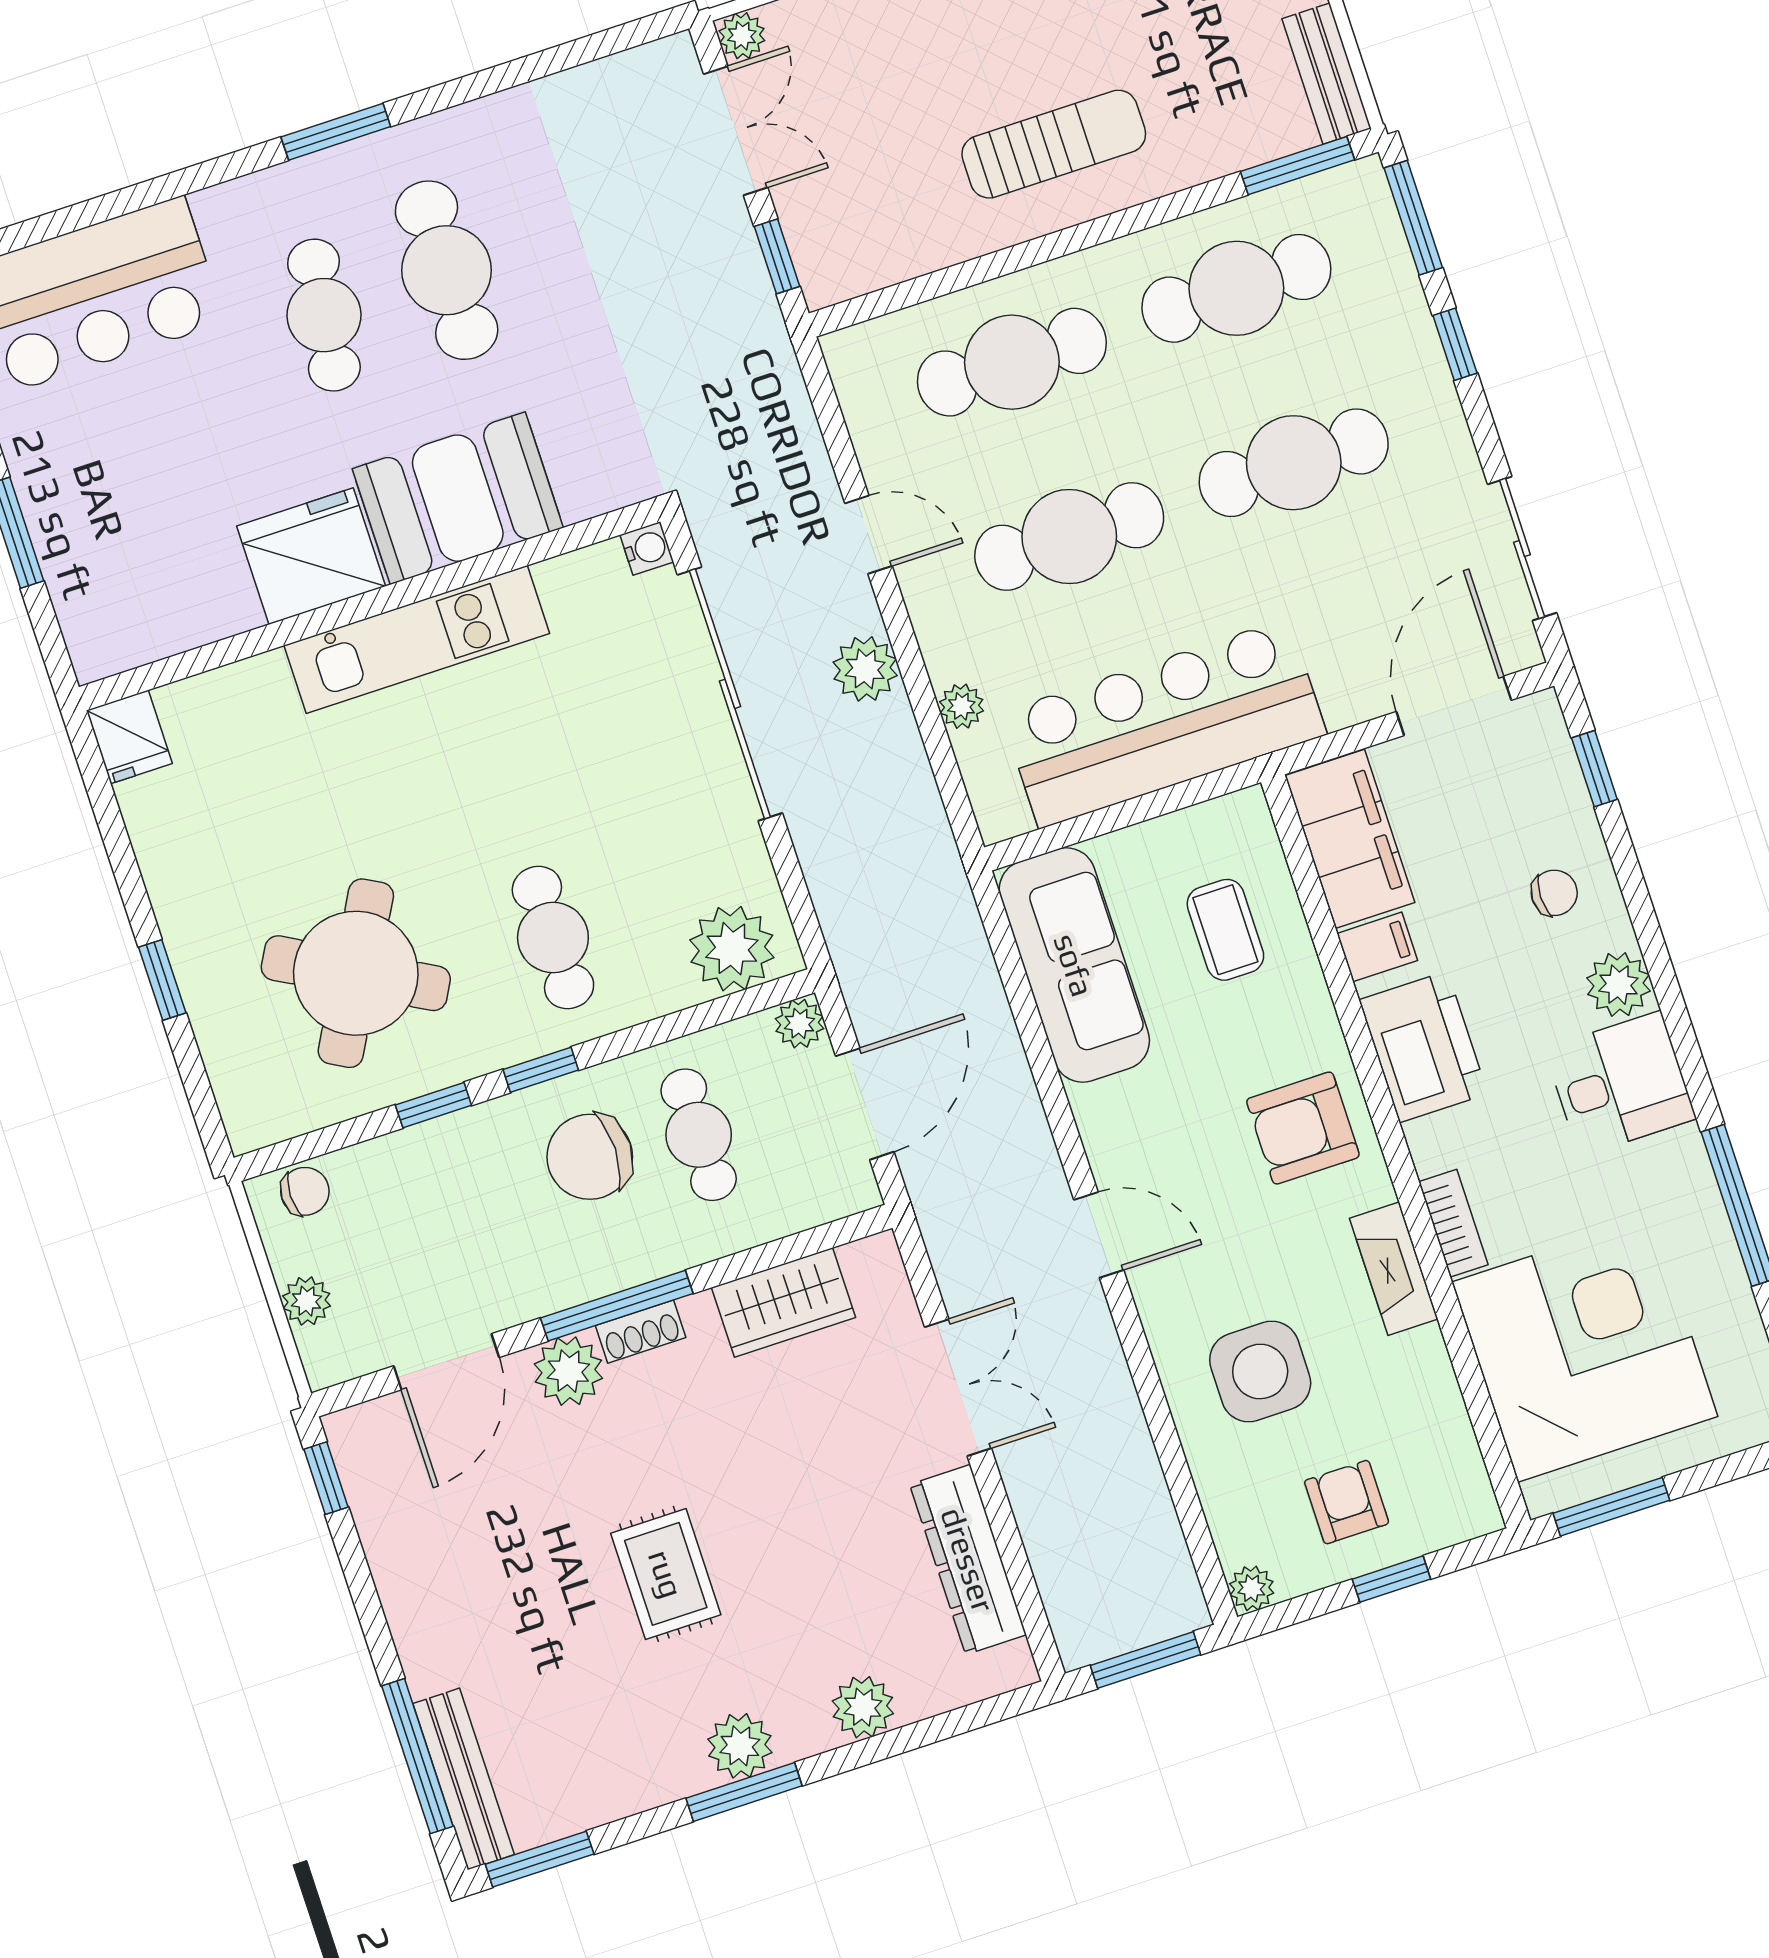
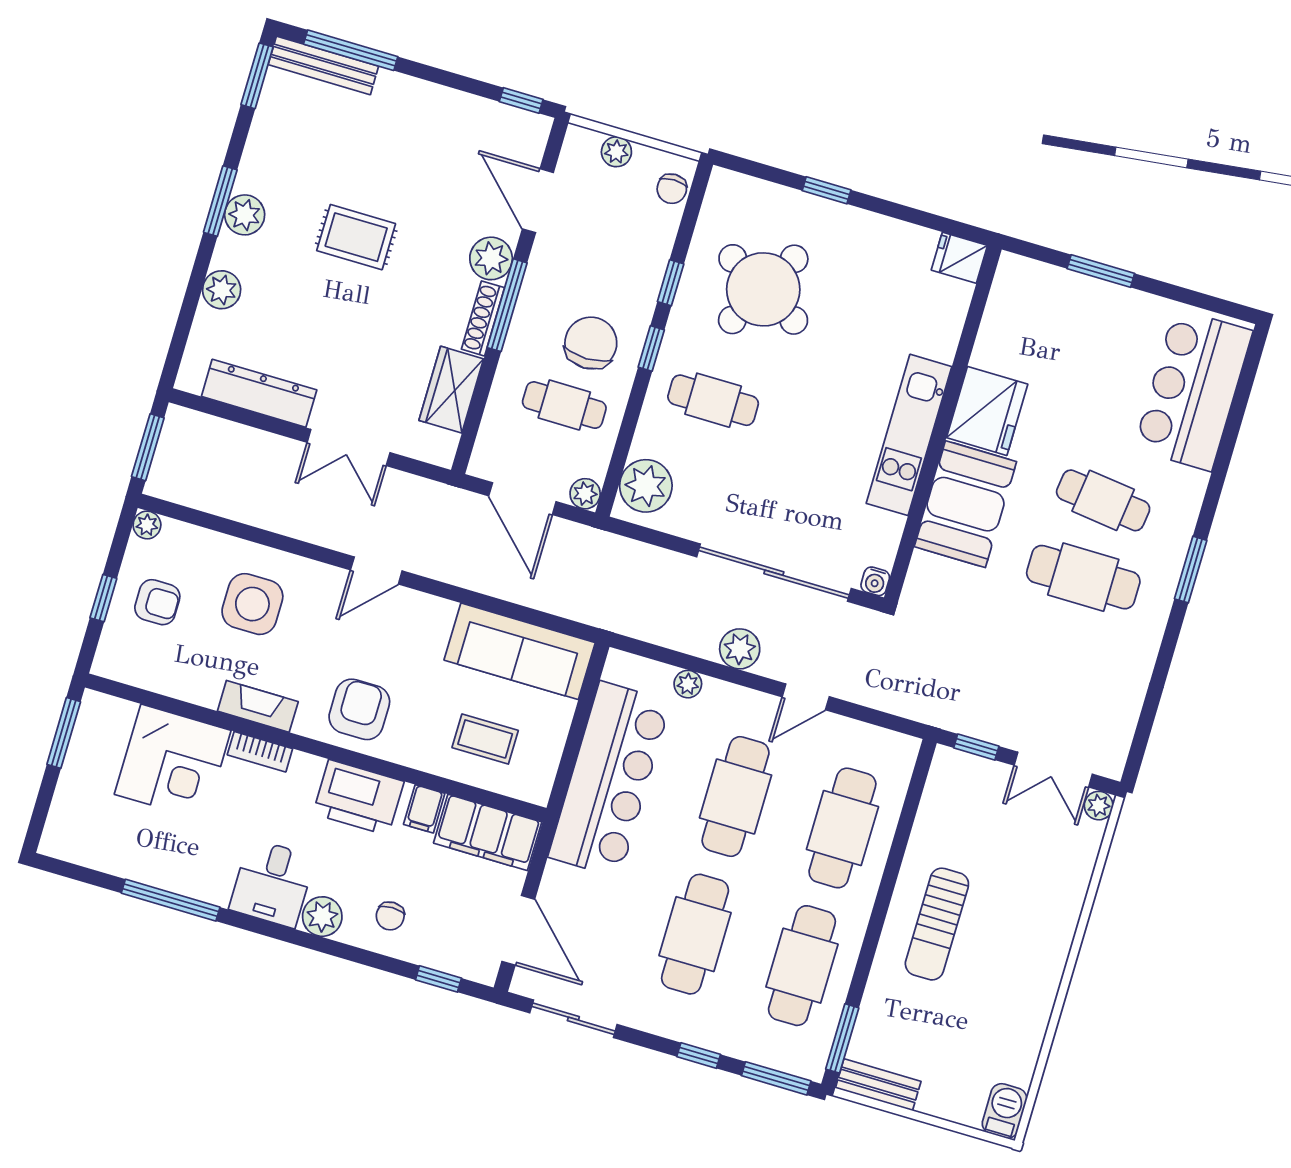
shoe rack: (641, 1332) -> (483, 318), width x1.43
corner desk: (1585, 1349) -> (173, 762), width x0.74, depth x0.74

